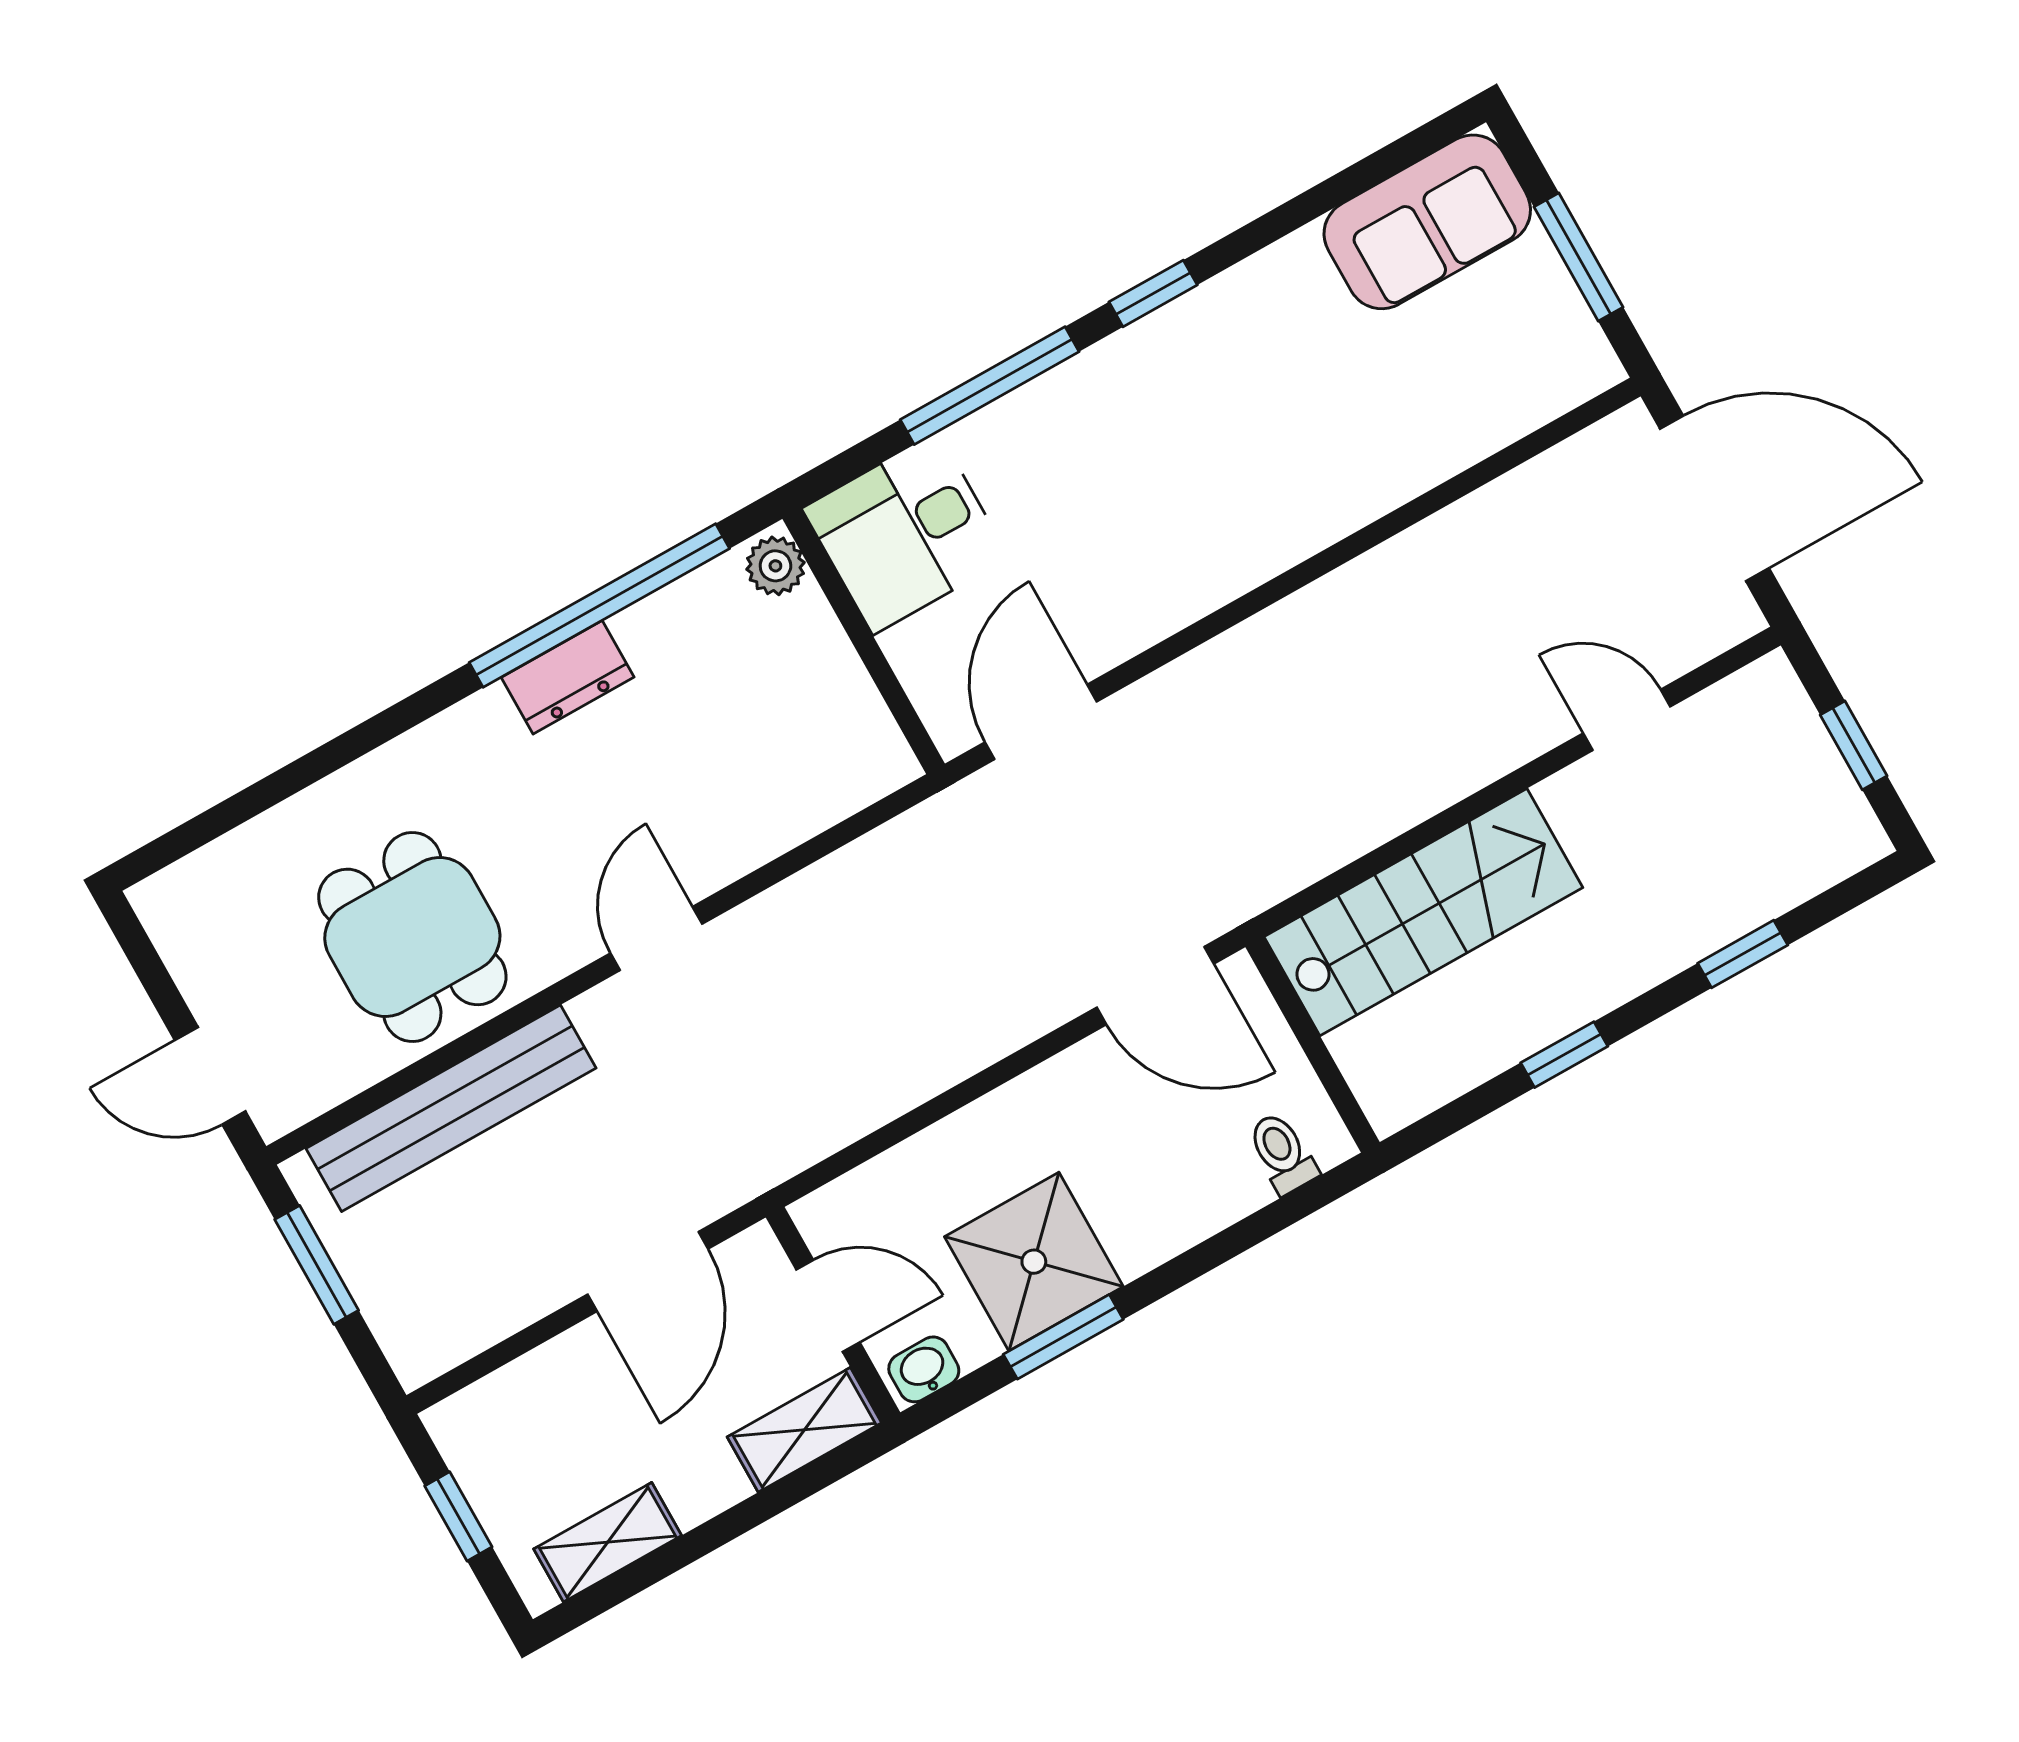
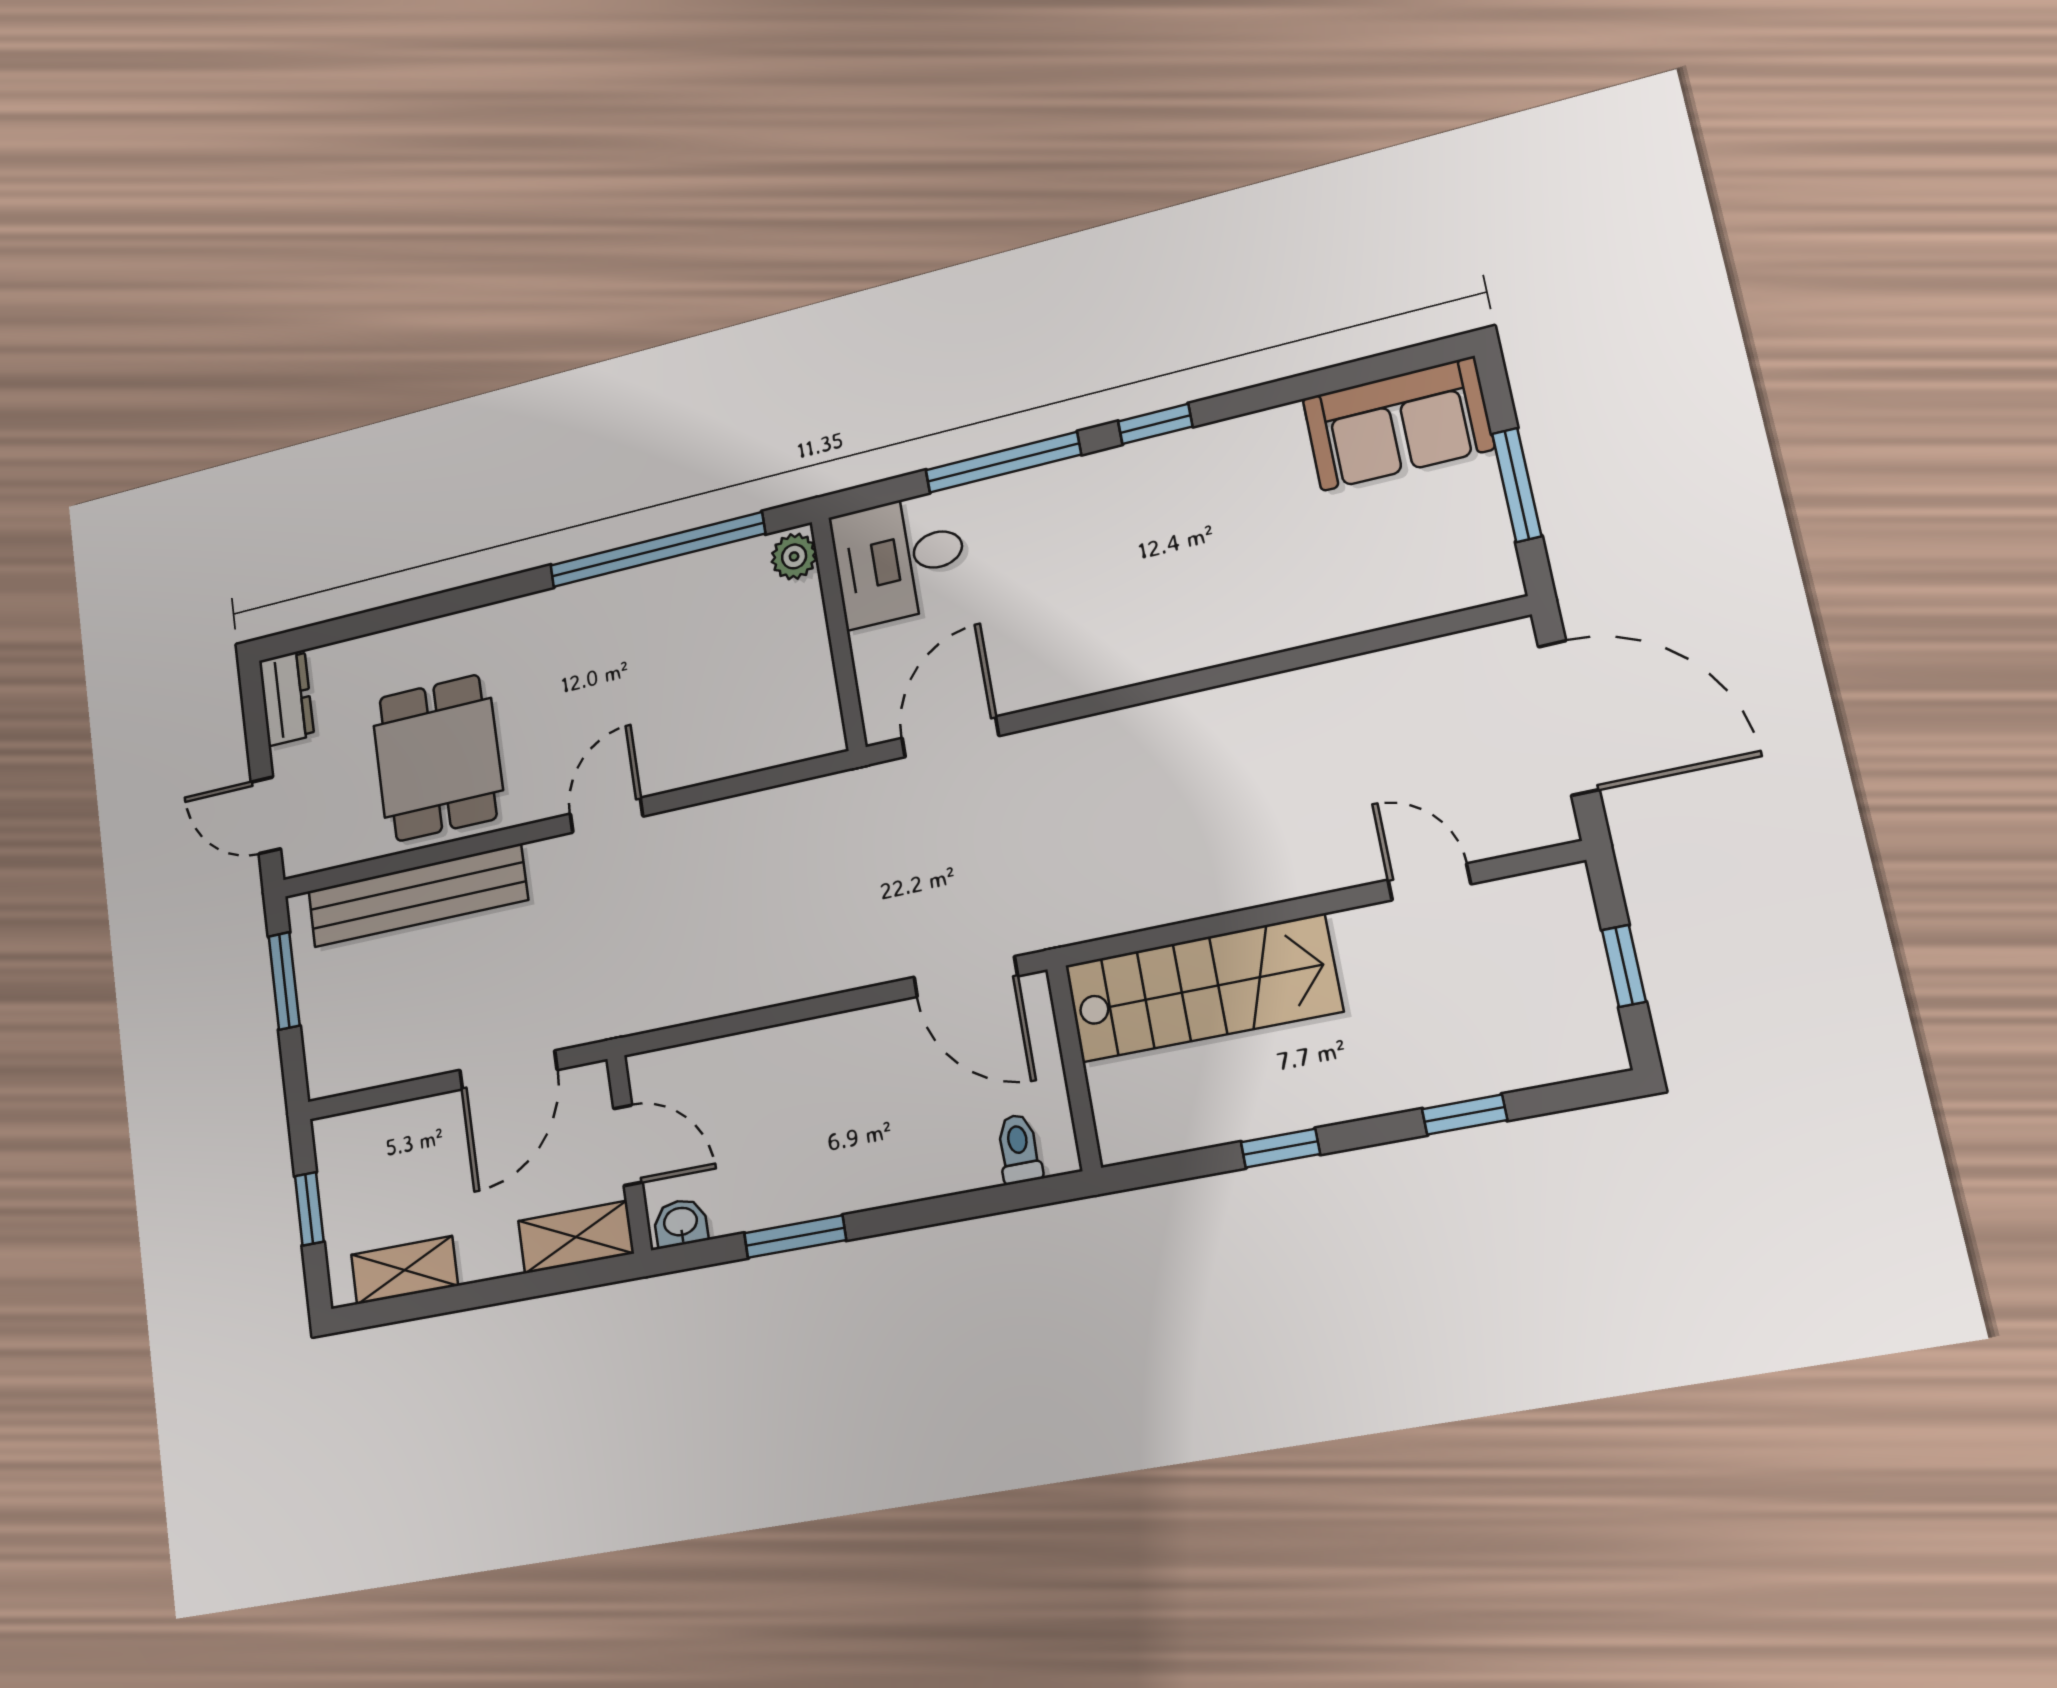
dresser: (568, 677) -> (286, 698), moved, turned -90
shower: (1034, 1262) -> (794, 1167), removed

